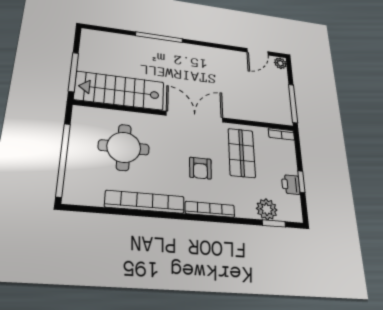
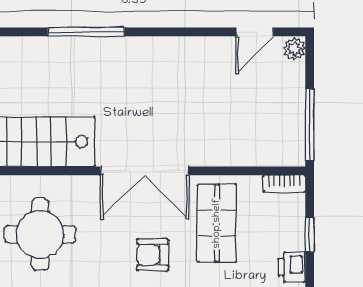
double door: (195, 117) -> (145, 171), swing flipped
armchair: (200, 168) -> (153, 255), turned 90
window: (301, 182) -> (310, 235), moved

